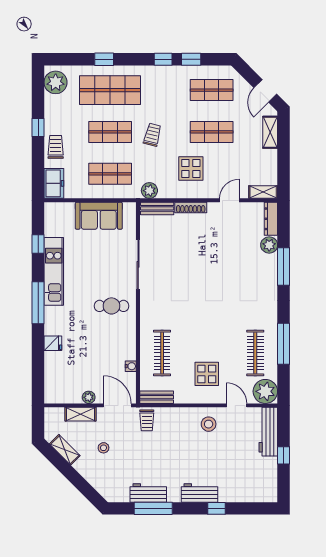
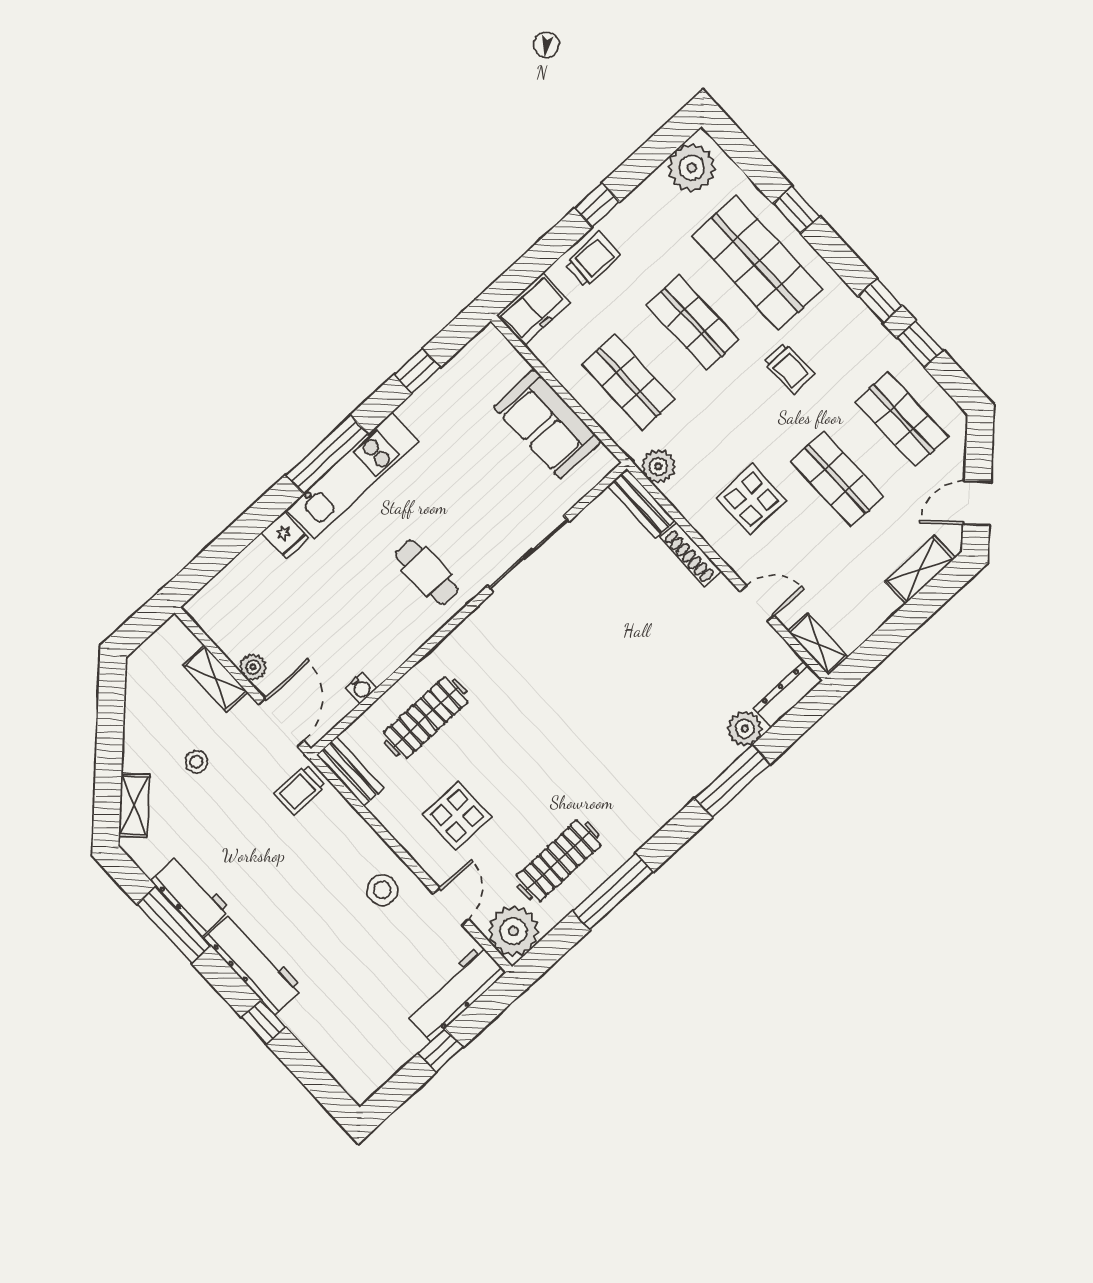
trolley: (152, 135) -> (789, 368), moved, turned 76
kitchen unit: (54, 271) -> (352, 476), moved
shelving: (65, 450) -> (134, 805), moved
workbench: (199, 493) -> (253, 964), width x1.38

